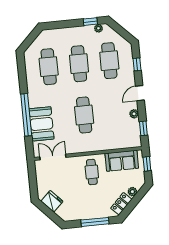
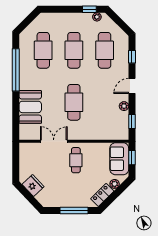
window: (26, 115) -> (16, 70), moved
double door: (53, 157) -> (54, 141), moved
sofa: (122, 161) -> (119, 159), moved, turned 90

